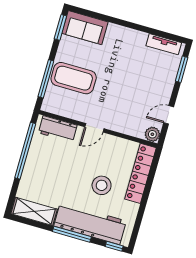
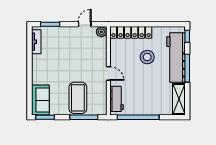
door: (169, 115) -> (85, 24), swing flipped

